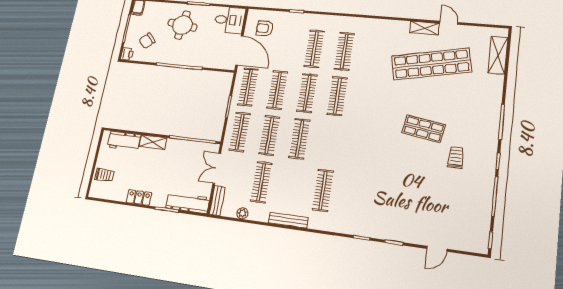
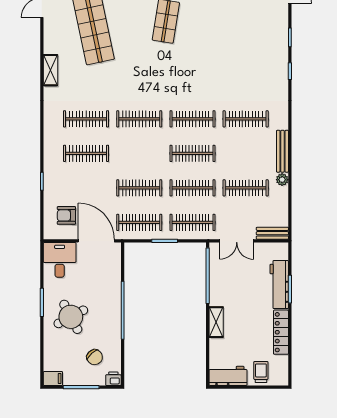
round table: (182, 25) -> (71, 317), turned -36
armchair: (265, 28) -> (66, 215), turned 90
shelving: (424, 28) -> (50, 70), moved
door: (239, 50) -> (96, 241), hinge flipped
clothes rail: (307, 93) -> (192, 119), moved
workbench: (124, 141) -> (228, 376), moved, turned -90
locker: (139, 198) -> (281, 332), width x1.53
workbench: (188, 203) -> (279, 285), moved
plant: (242, 213) -> (282, 180), moved

